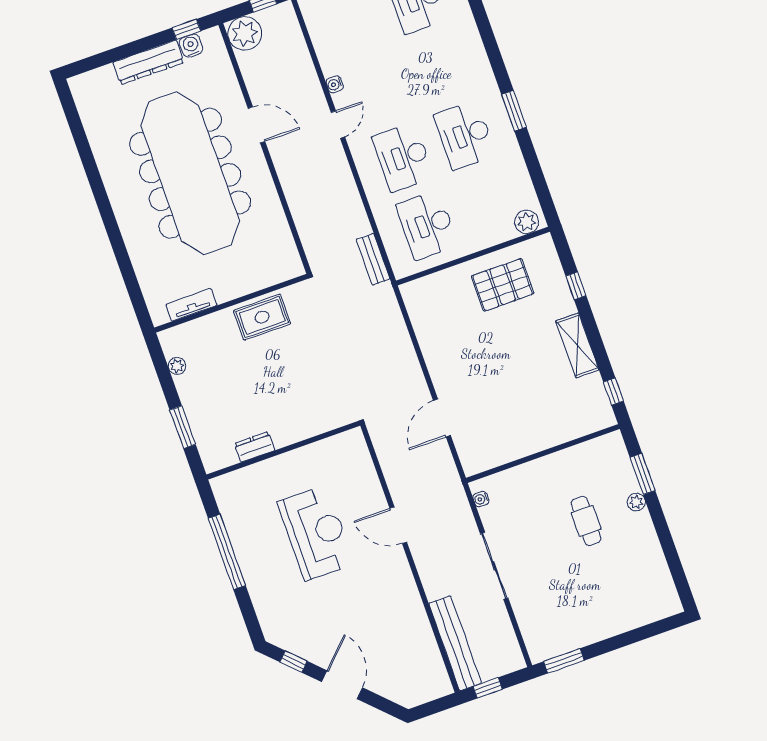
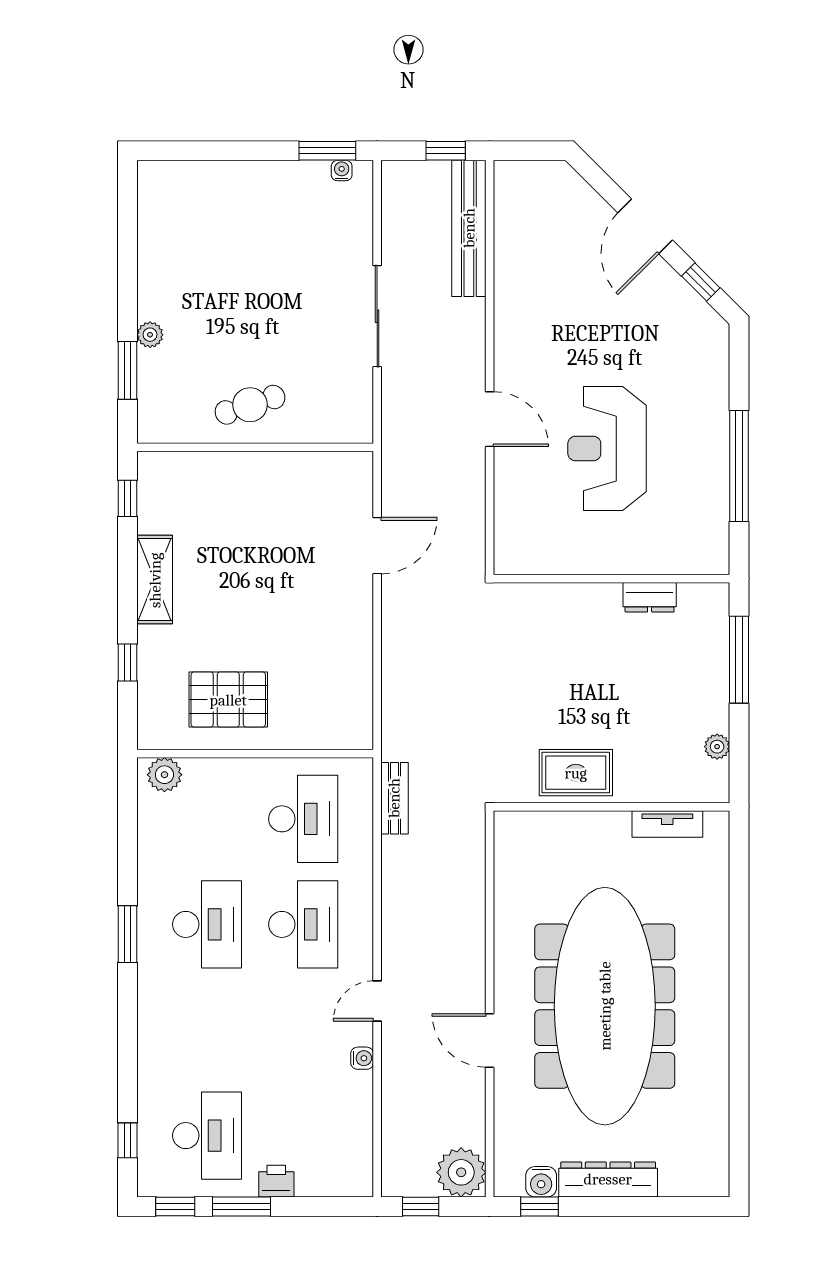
window: (183, 427) -> (739, 660), width x1.44
water cooler: (481, 499) -> (342, 171), moved, turned -90
cafe table: (586, 521) -> (250, 405), moved, turned 72

